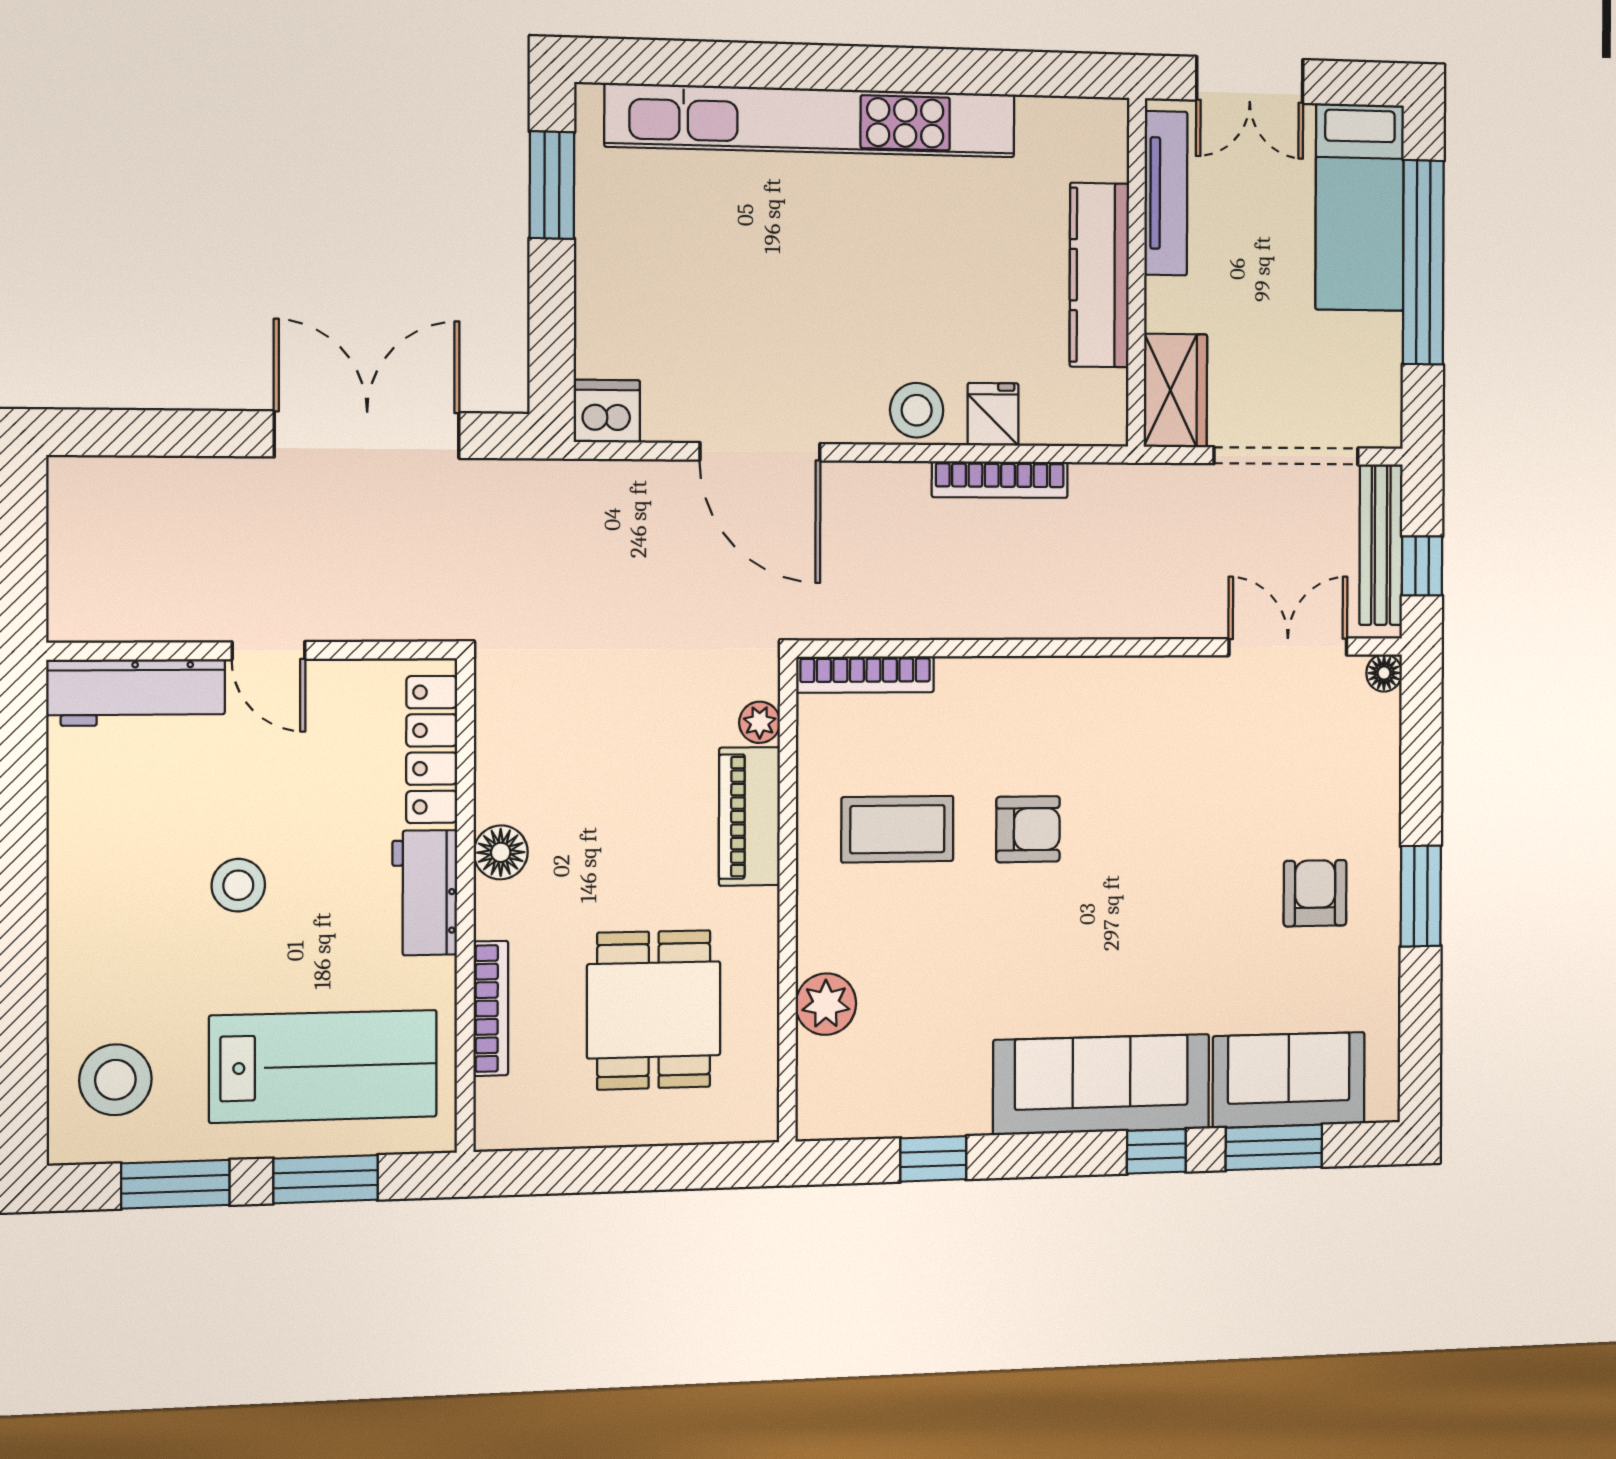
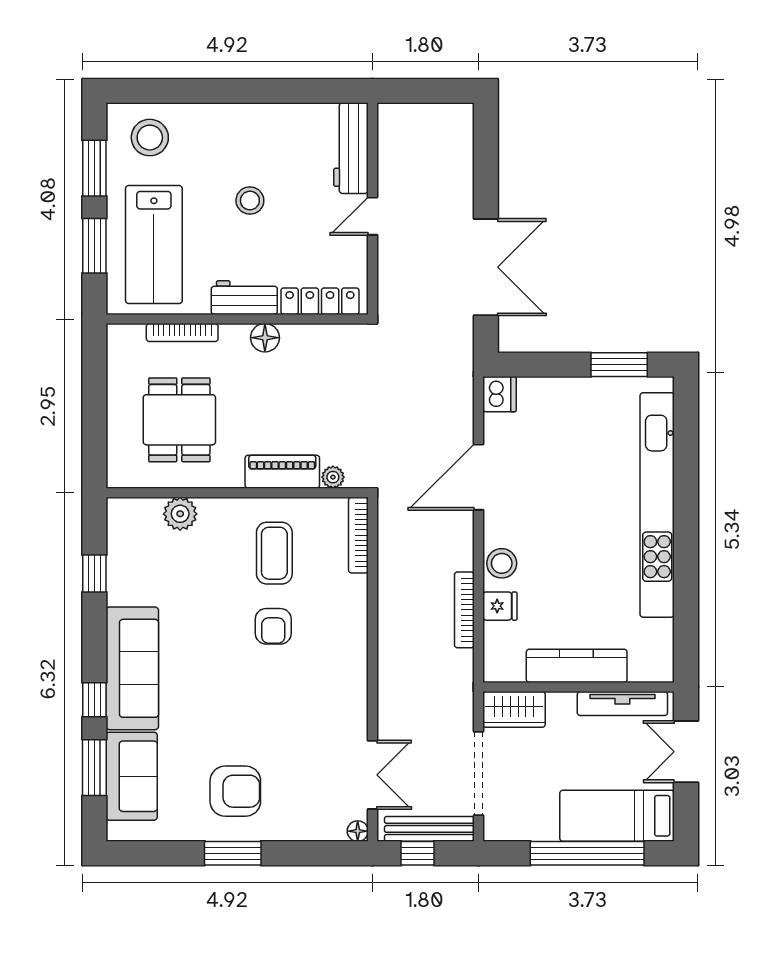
armchair: (1315, 893) -> (235, 791), width x1.38, depth x1.38
dining table: (654, 1010) -> (179, 420), turned 90

